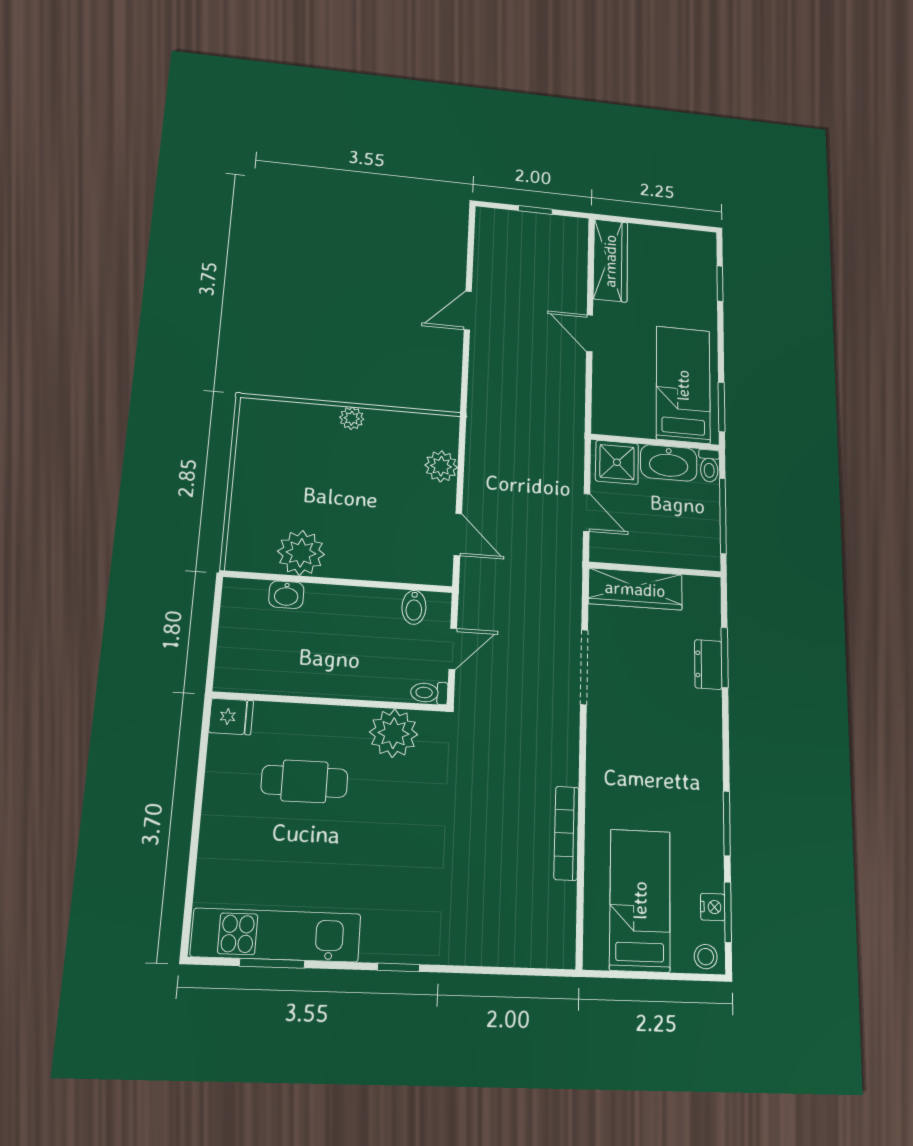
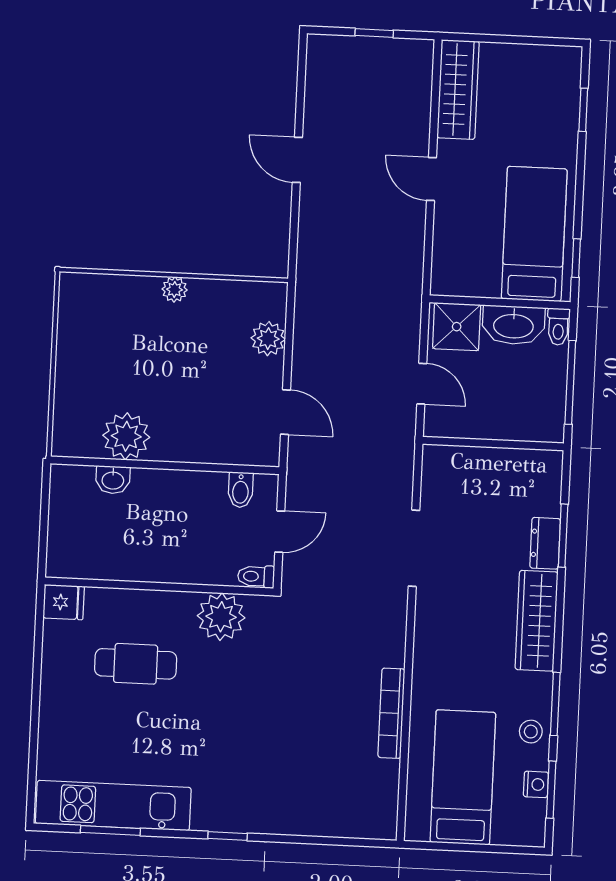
door: (468, 311) -> (297, 160), hinge flipped
window: (721, 407) -> (576, 258), width x0.67
wardrobe: (635, 589) -> (536, 621), moved, turned 90
stool: (706, 957) -> (531, 732), moved

